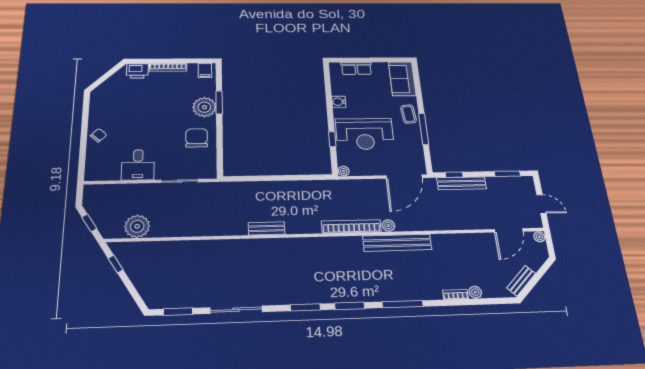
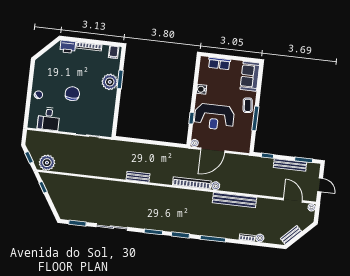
chair: (197, 138) -> (72, 94), moved
desk: (138, 165) -> (49, 119), moved
door: (404, 177) -> (213, 150), moved
bench: (462, 183) -> (290, 165), moved
plant: (137, 226) -> (47, 163), moved
door: (509, 230) -> (293, 200), swing flipped
bench: (397, 243) -> (234, 200), moved

